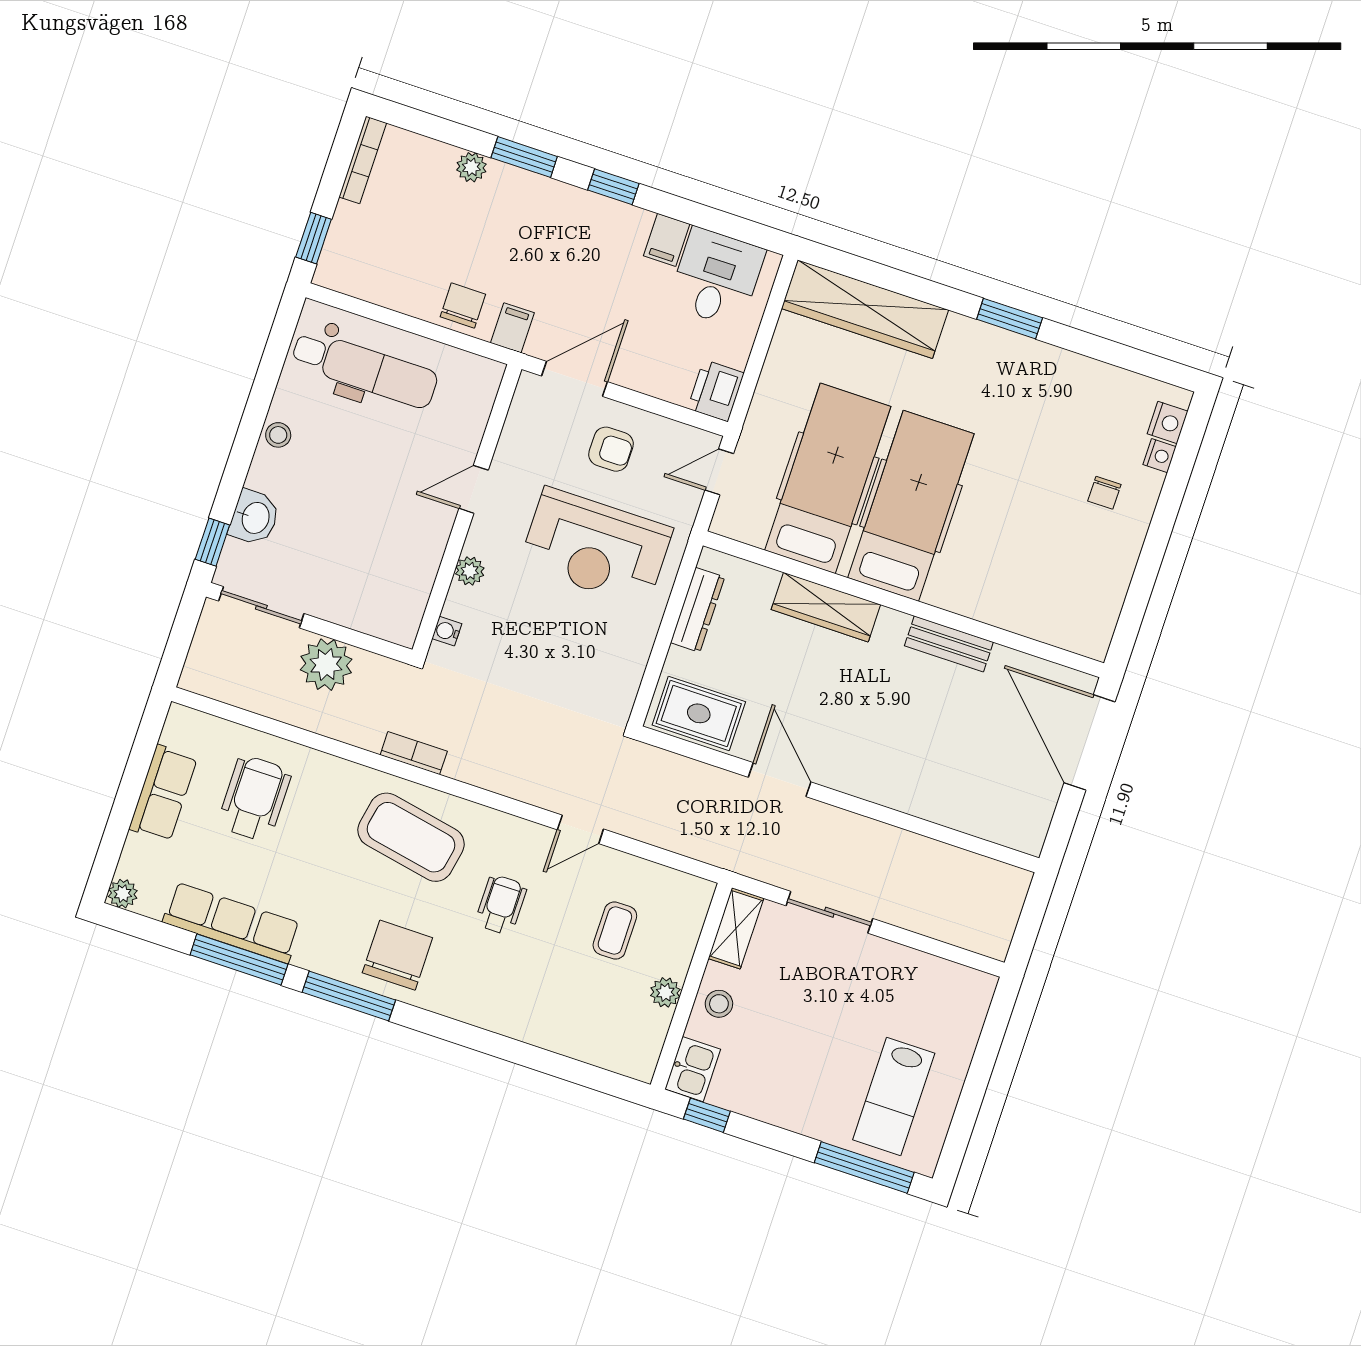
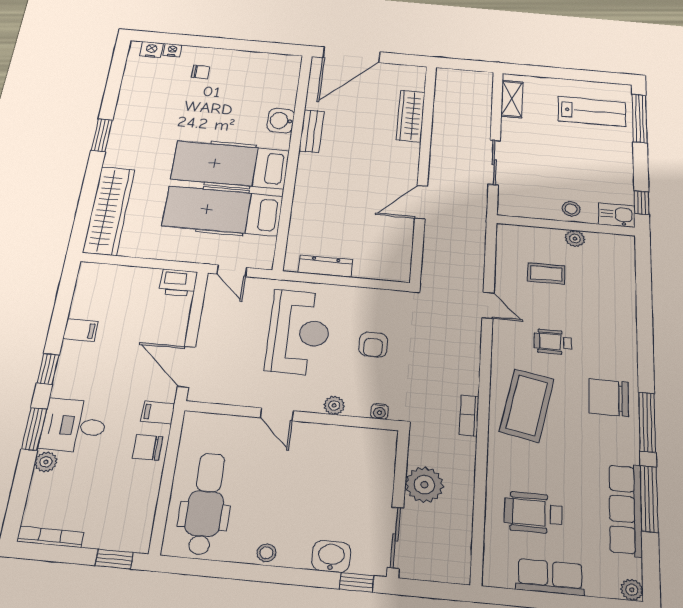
desk: (716, 277) -> (74, 426), moved
armchair: (611, 449) -> (373, 345), moved, turned 180
washbasin: (980, 600) -> (281, 121), added
wardrobe: (826, 607) -> (411, 116), moved, turned 180
rug: (699, 713) -> (392, 253), removed
shelving: (736, 928) -> (512, 99), moved, turned 90

